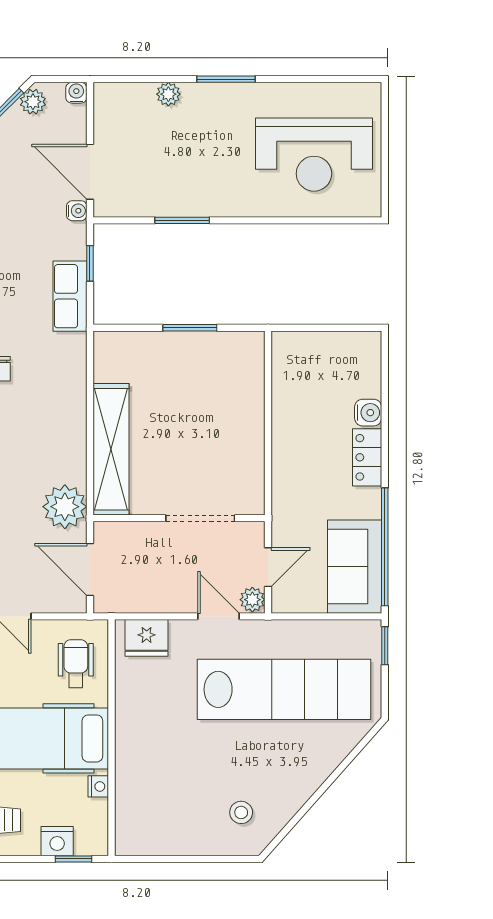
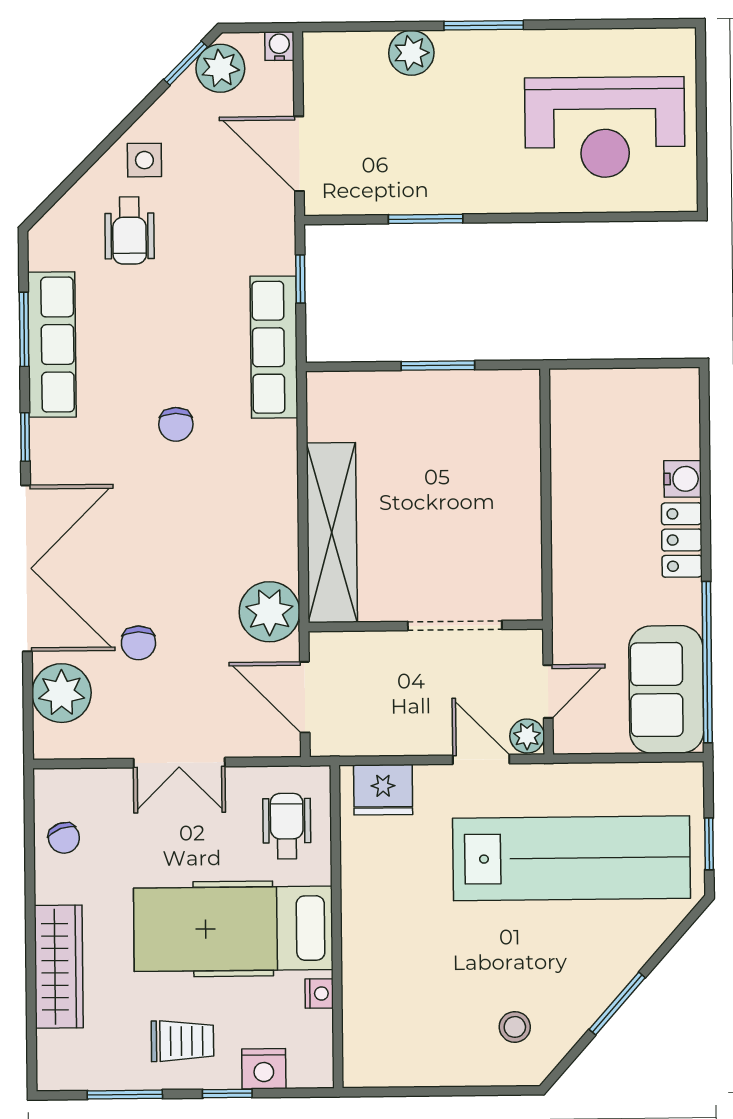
plant: (168, 94) -> (411, 53), width x1.38, depth x1.38
plant: (33, 102) -> (220, 68), width x1.38, depth x1.38
water cooler: (77, 211) -> (282, 207), removed
row of seats: (70, 296) -> (274, 347), width x1.48
window: (385, 646) -> (709, 844), moved
window: (316, 796) -> (617, 1003), added
window: (74, 859) -> (227, 1093), moved

